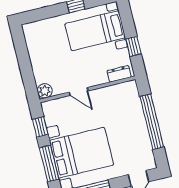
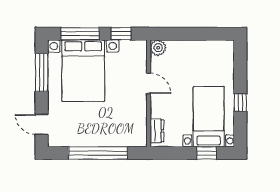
window: (133, 46) -> (207, 153), moved
door: (79, 92) -> (149, 83), swing flipped

